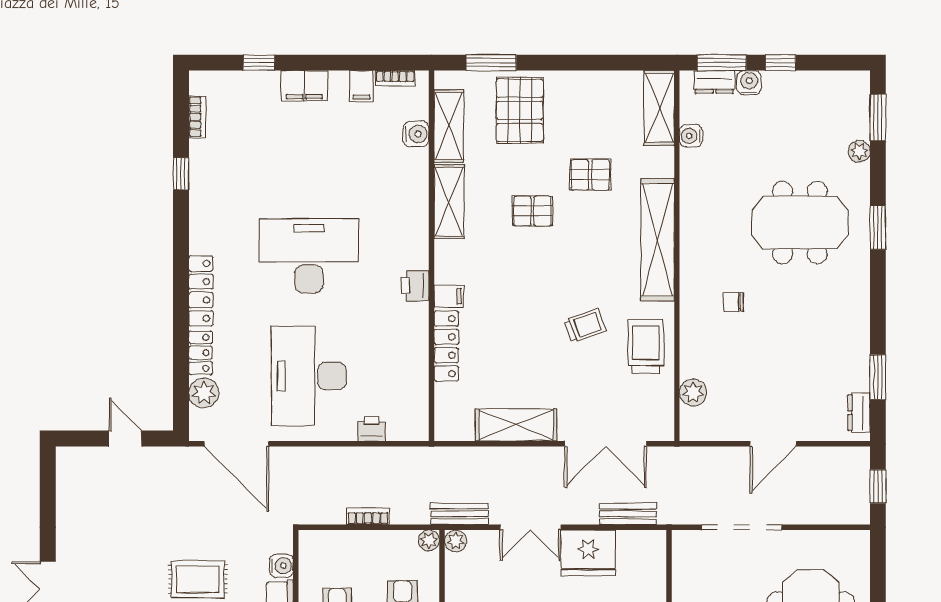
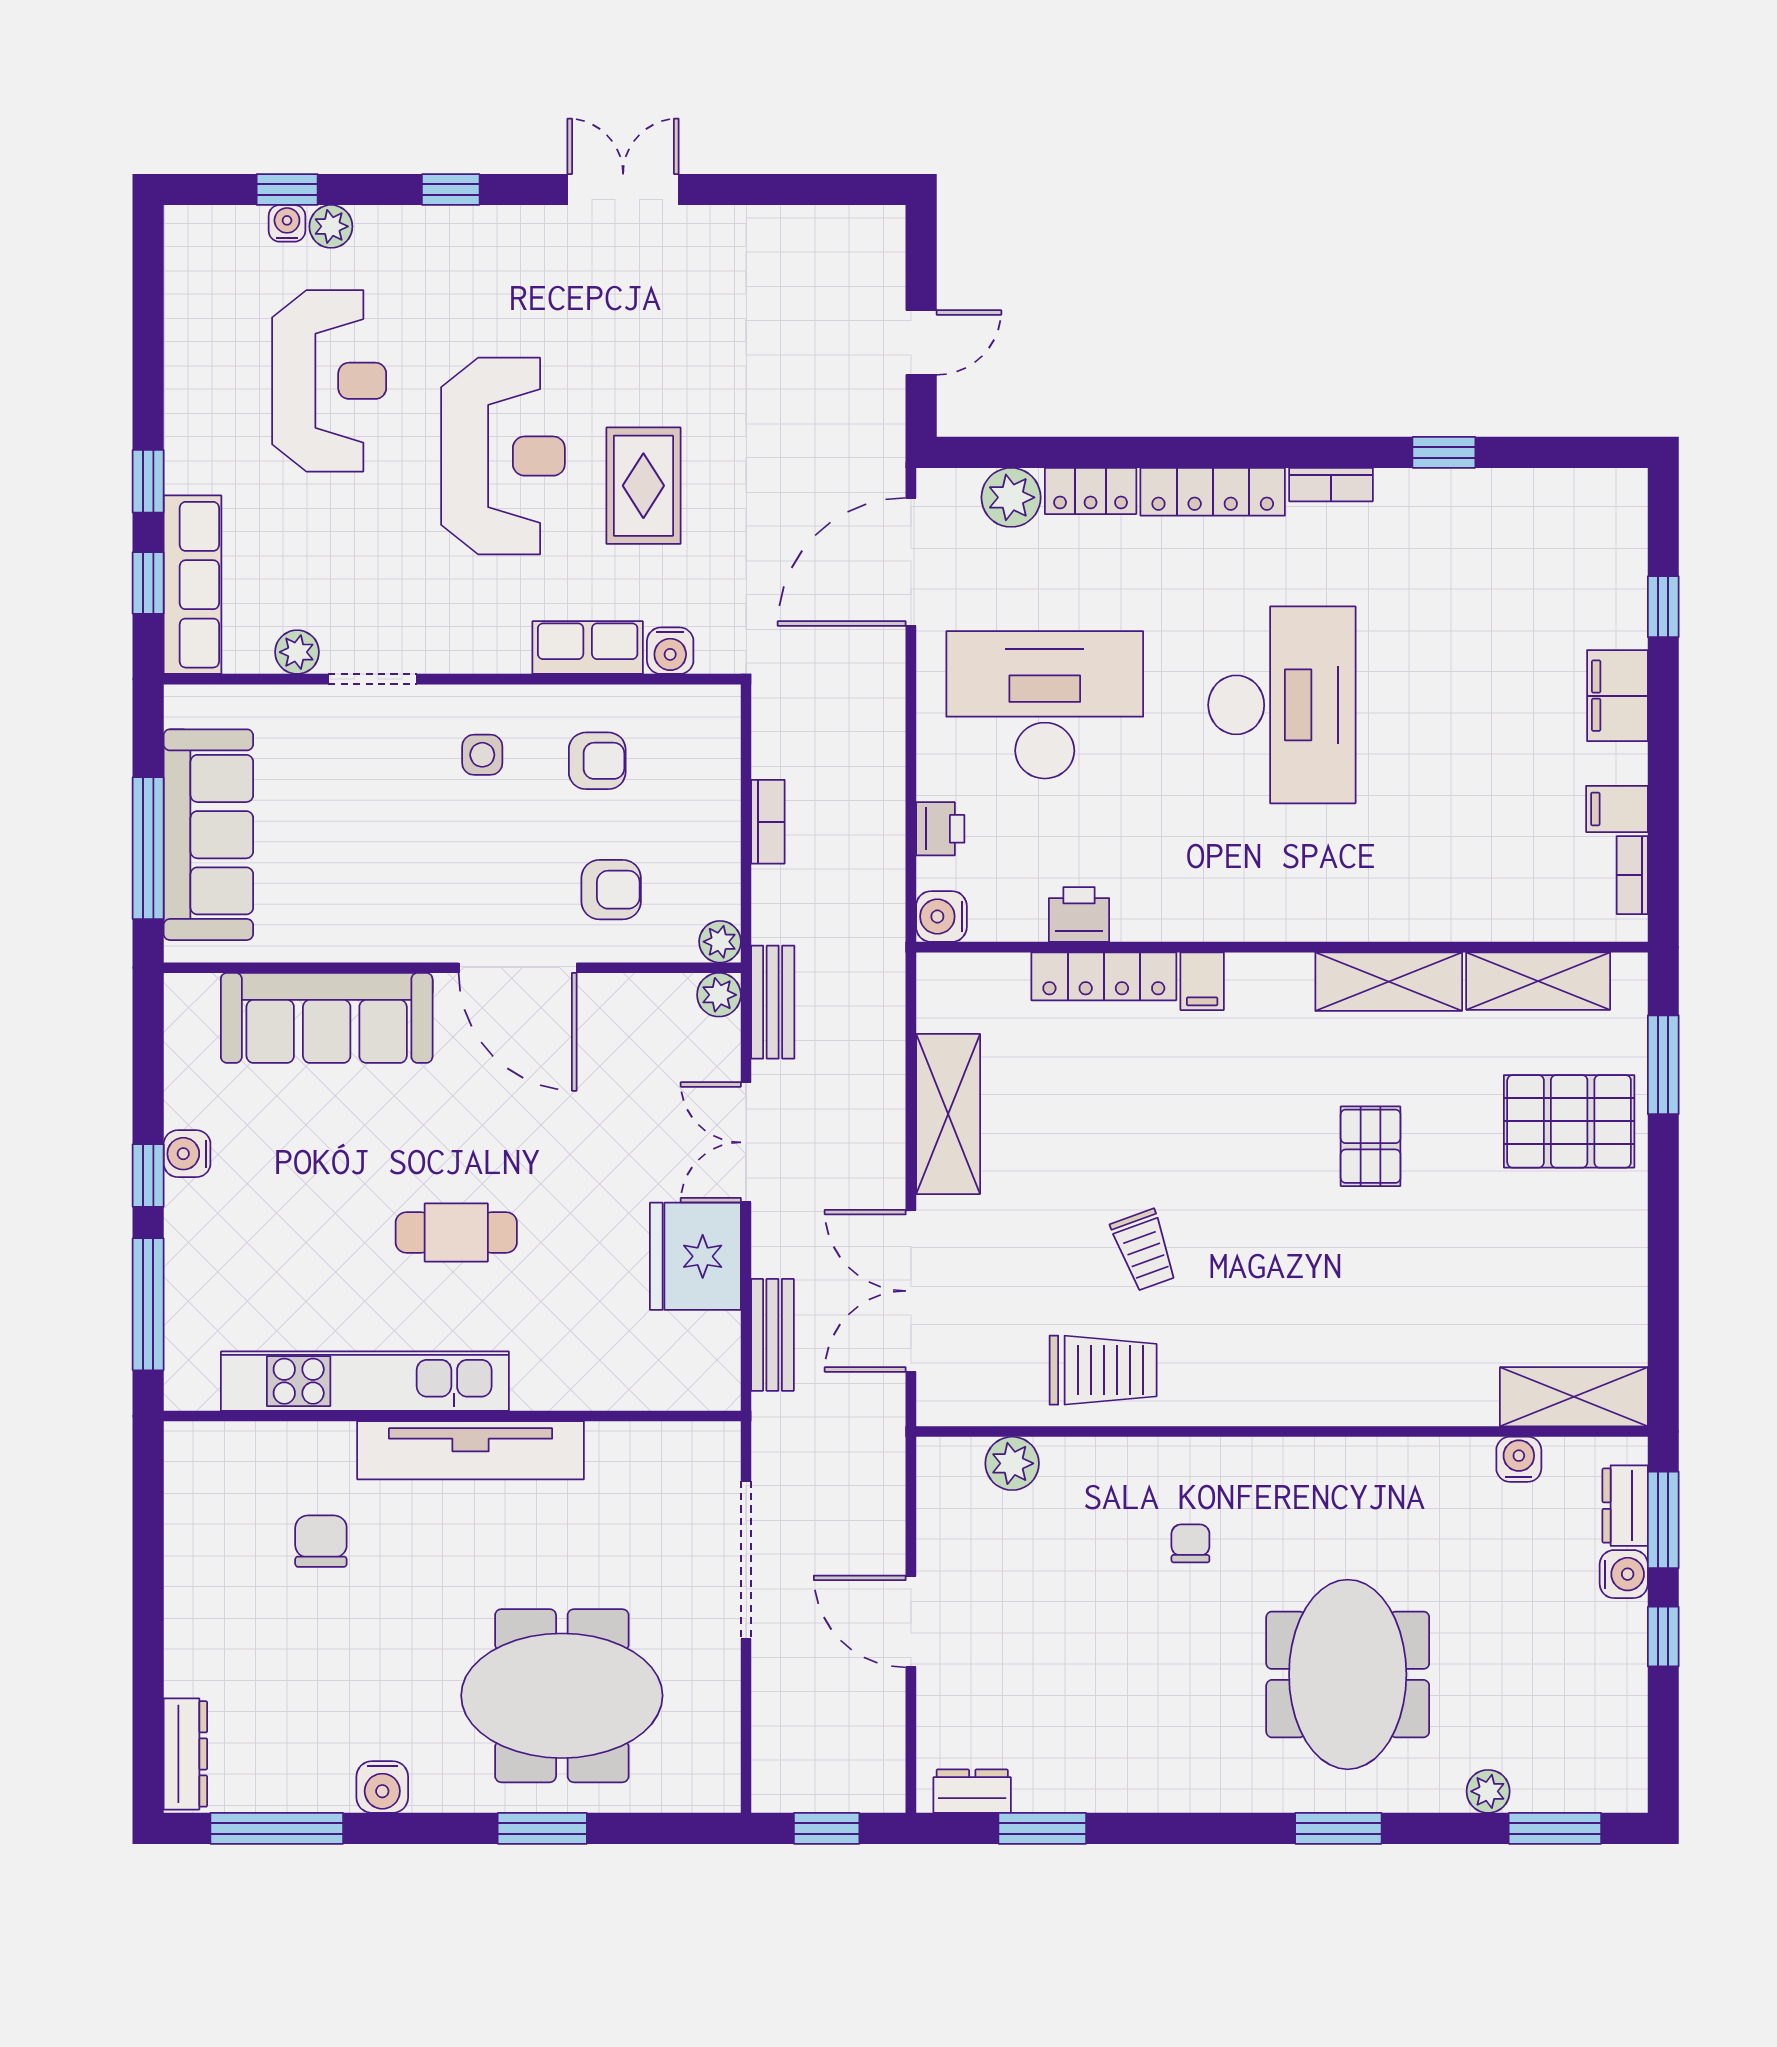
bookcase: (197, 117) -> (1331, 485), moved
water cooler: (416, 134) -> (941, 917), moved, turned 90
pallet: (590, 175) -> (1442, 1260), removed
shelving: (658, 240) -> (1314, 1393), removed
printer: (415, 286) -> (1079, 914), moved

